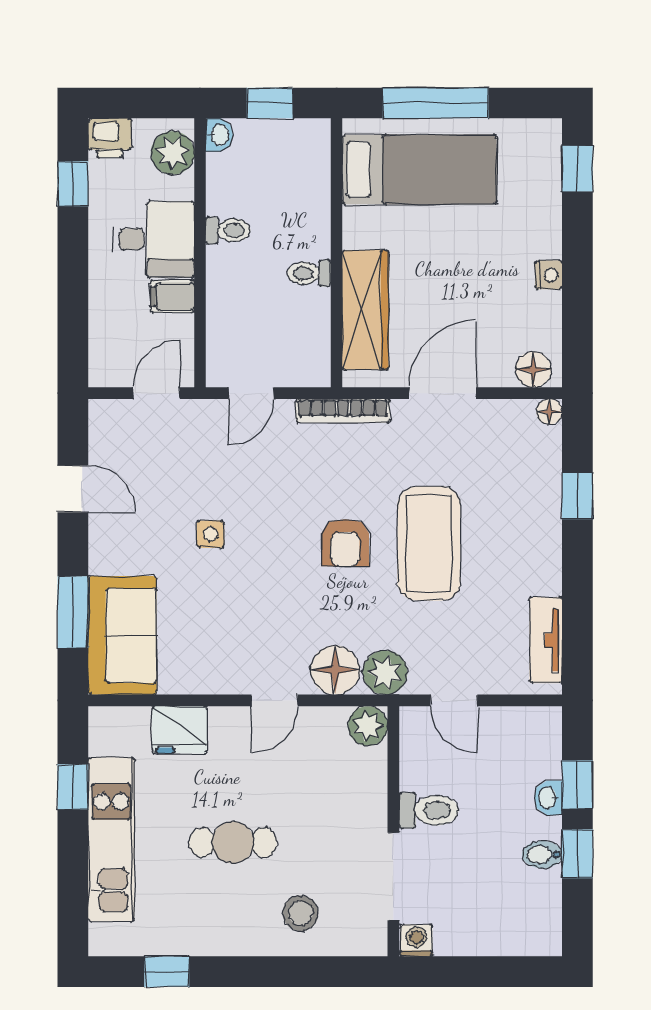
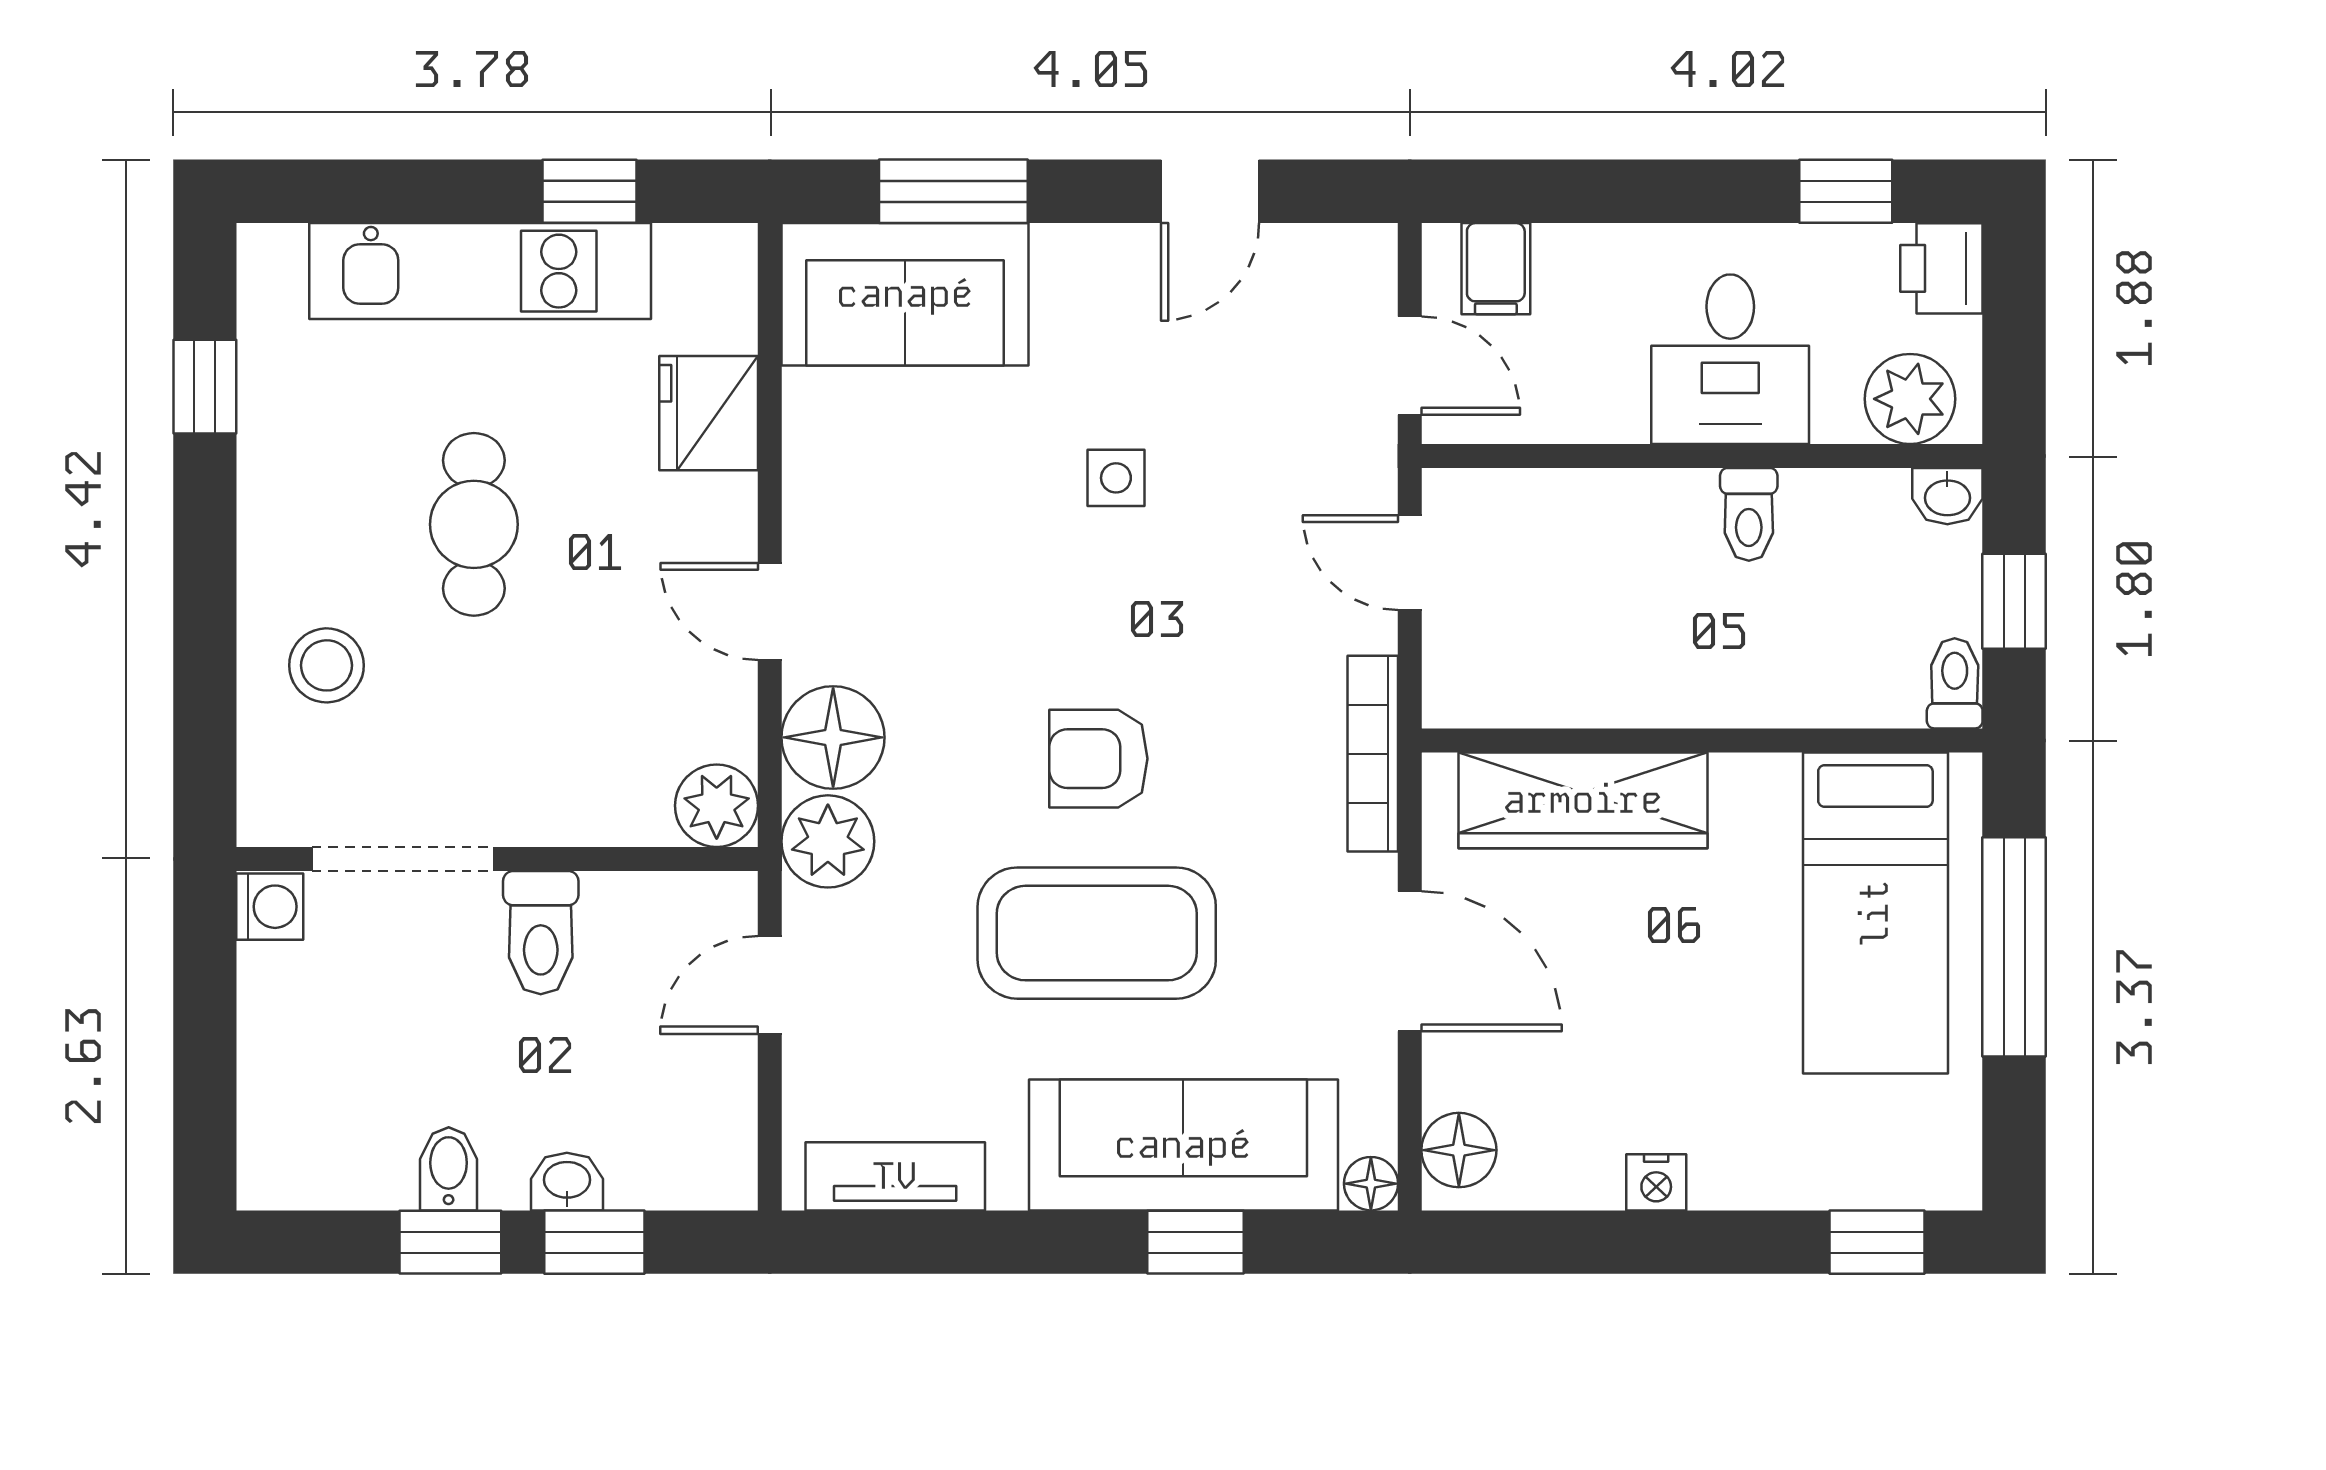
toilet: (309, 273) -> (1955, 683), moved
filing cabinet: (172, 297) -> (1496, 269), moved, turned 180
sofa: (531, 502) -> (1183, 1145), added

